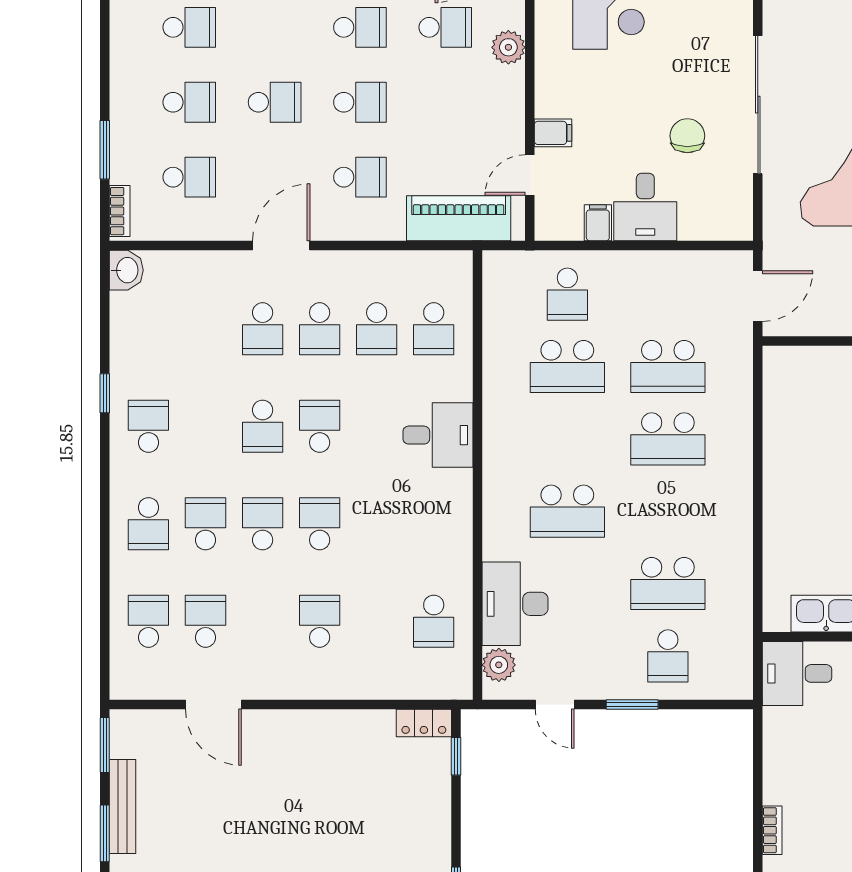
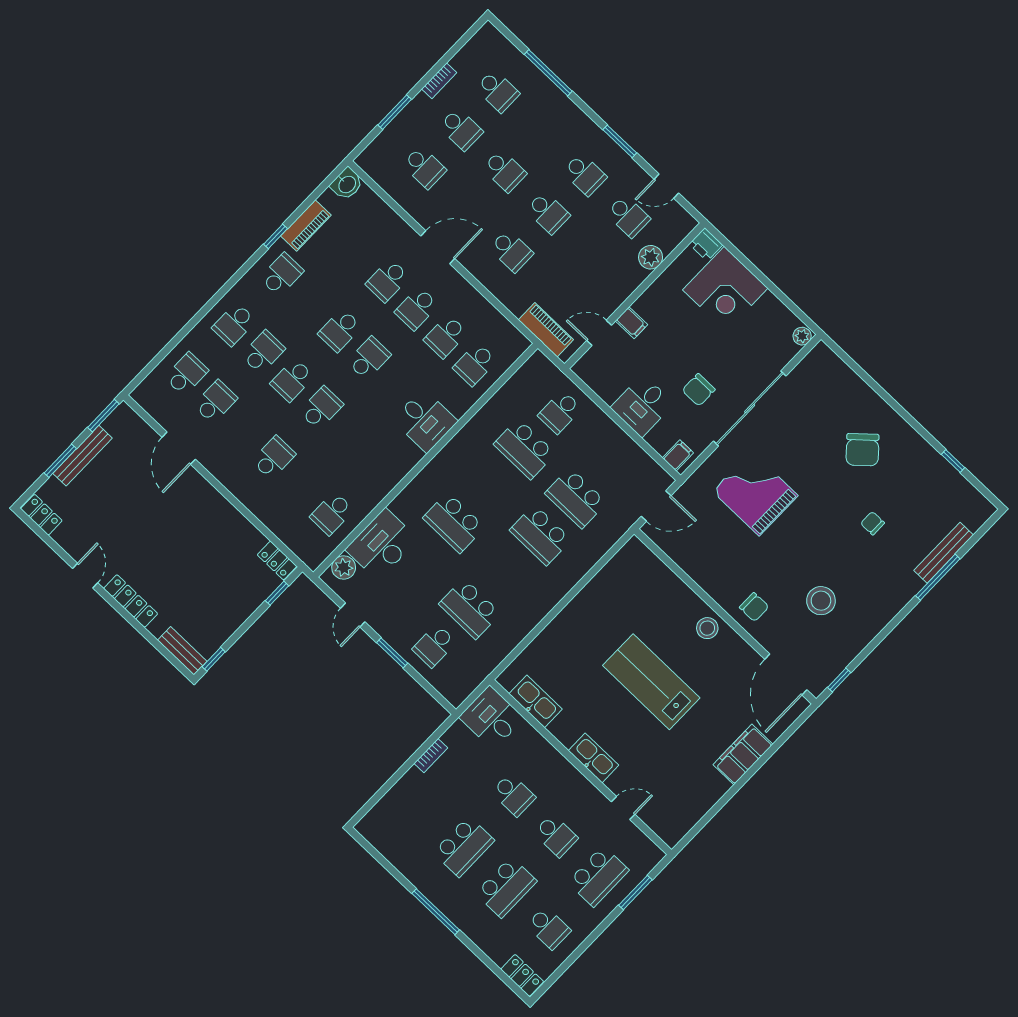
chair: (687, 136) -> (699, 390), turned 180
bookcase: (120, 211) -> (439, 81), moved
piano: (459, 218) -> (546, 330), width x0.73, depth x0.75
filing cabinet: (598, 223) -> (678, 455), moved
piano: (125, 352) -> (306, 225), added
school desk: (263, 524) -> (292, 380), turned 180
bookcase: (772, 830) -> (431, 756), moved

